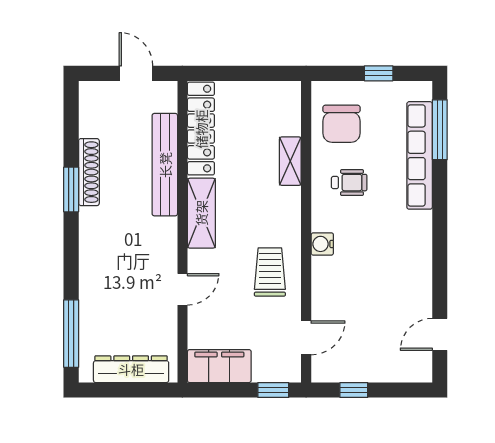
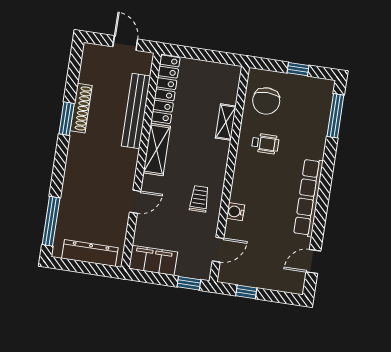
row of seats: (420, 155) -> (308, 198), moved
water cooler: (322, 244) -> (235, 212), moved
trolley: (270, 272) -> (199, 199), width x0.73, depth x0.72

